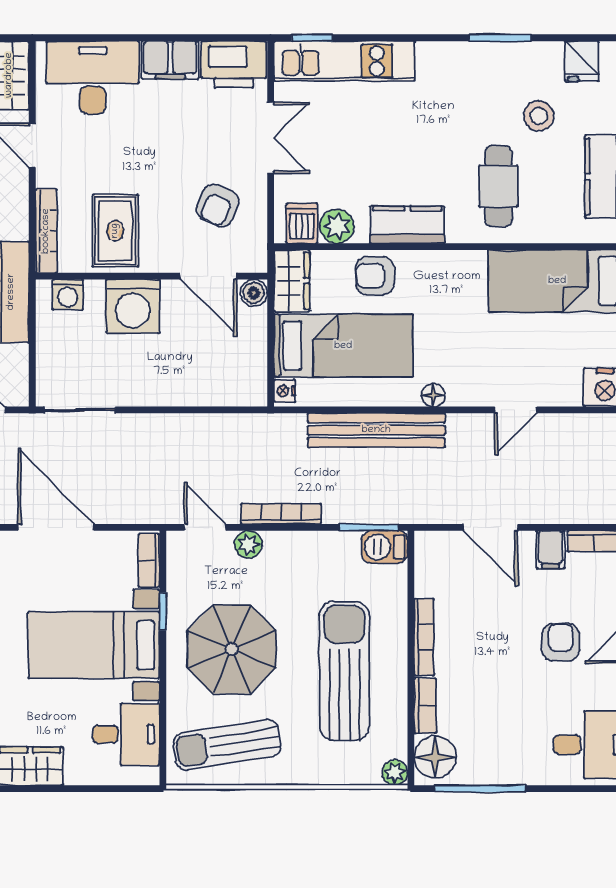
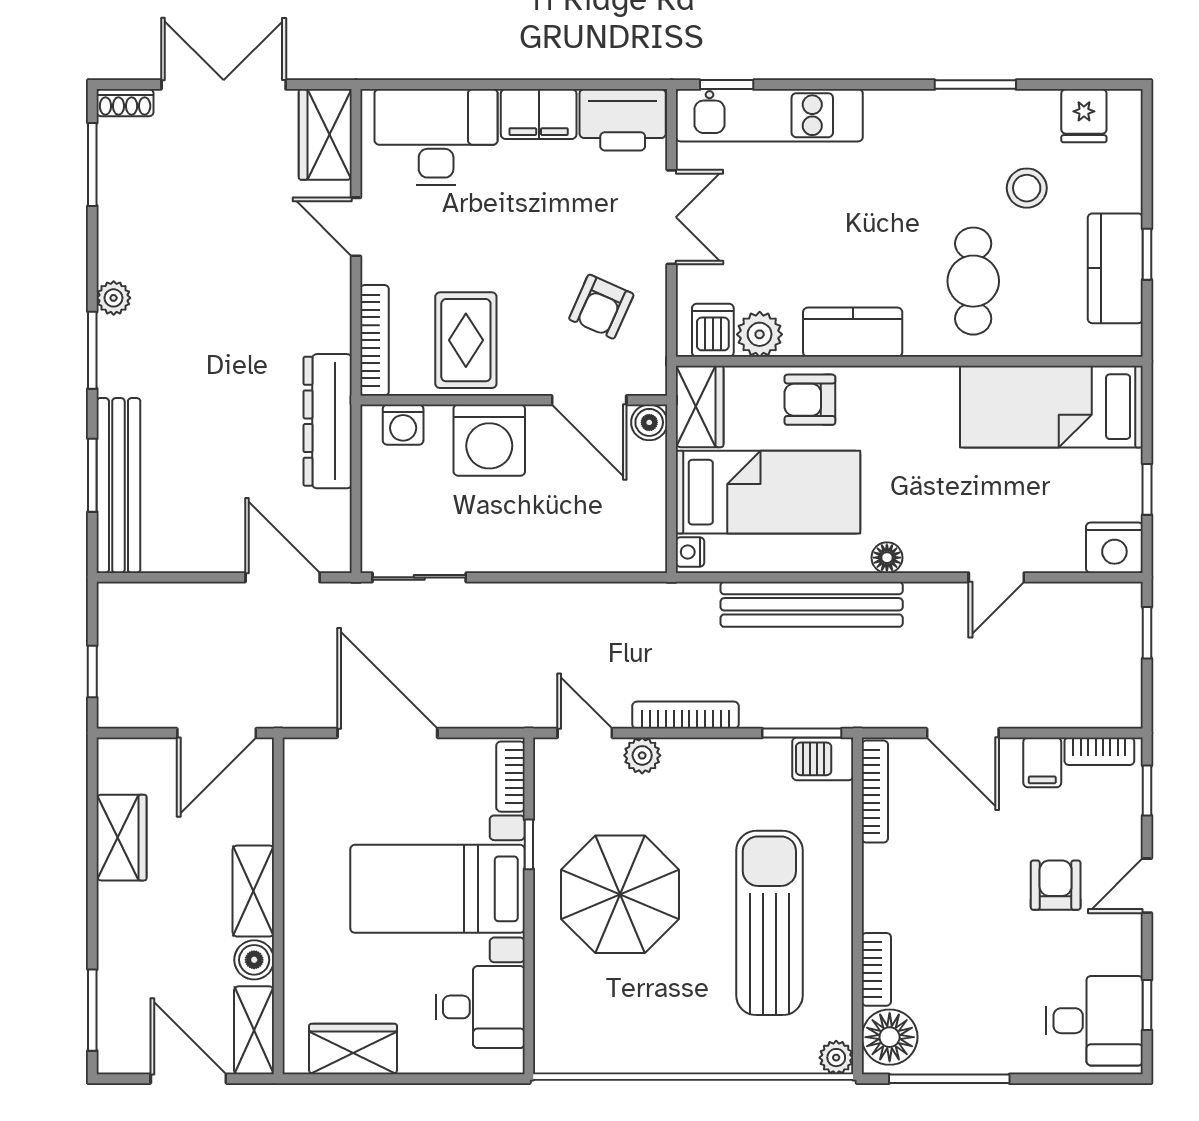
bookcase: (424, 637) -> (875, 792), moved
sun lounger: (227, 745) -> (614, 1021), removed

